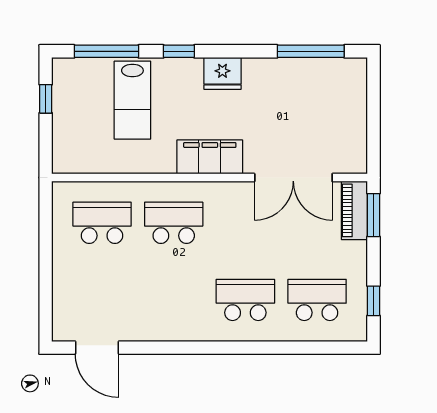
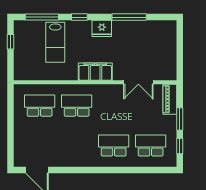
window: (311, 51) -> (129, 17), moved
double door: (293, 178) -> (138, 82), width x0.73
window: (373, 215) -> (180, 119), moved

